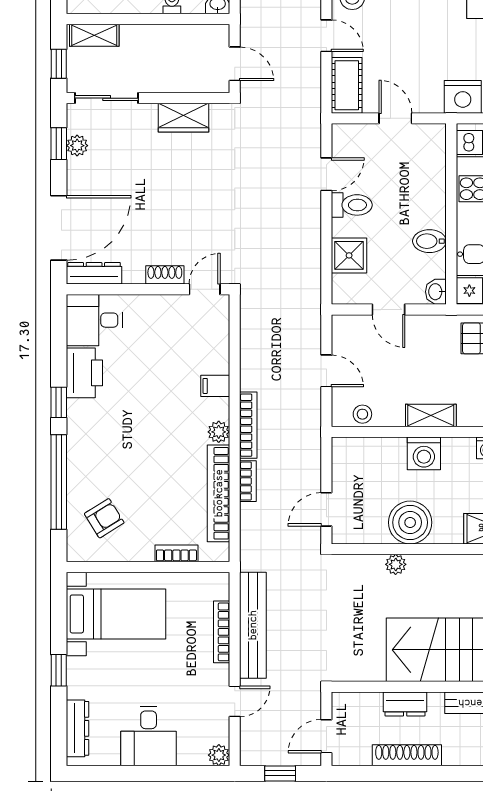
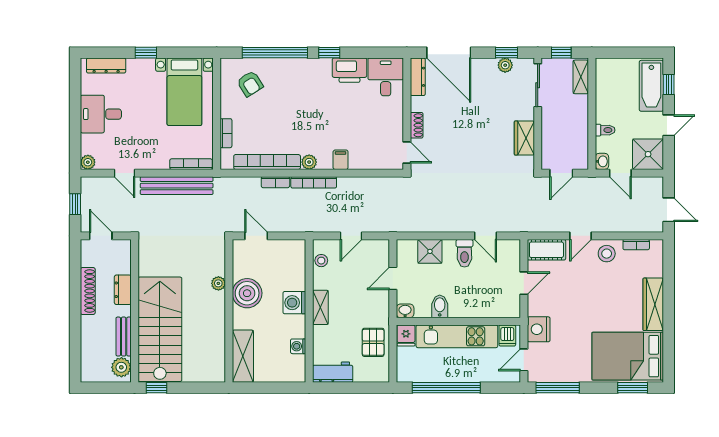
bookcase: (222, 632) -> (191, 164), moved

